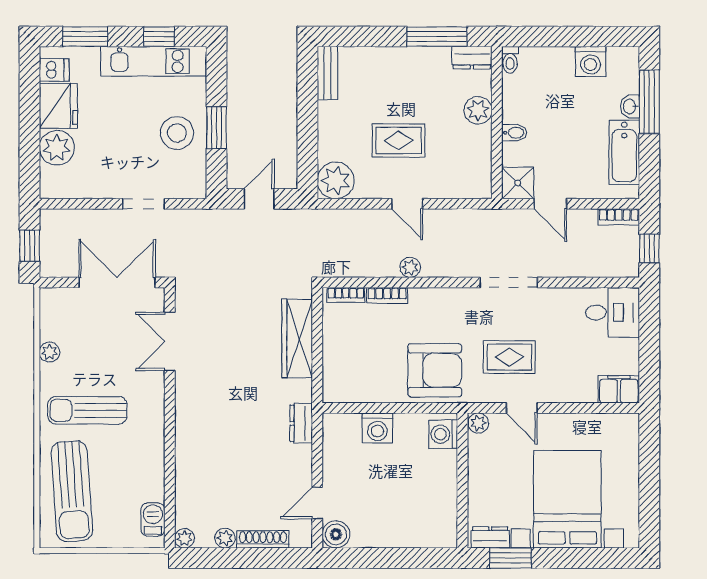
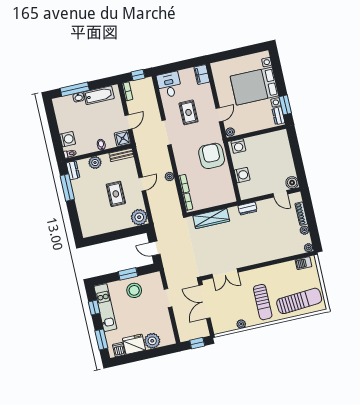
washing machine: (591, 62) -> (68, 139), moved
bench: (327, 73) -> (121, 155), moved
rug: (509, 357) -> (189, 112), moved

